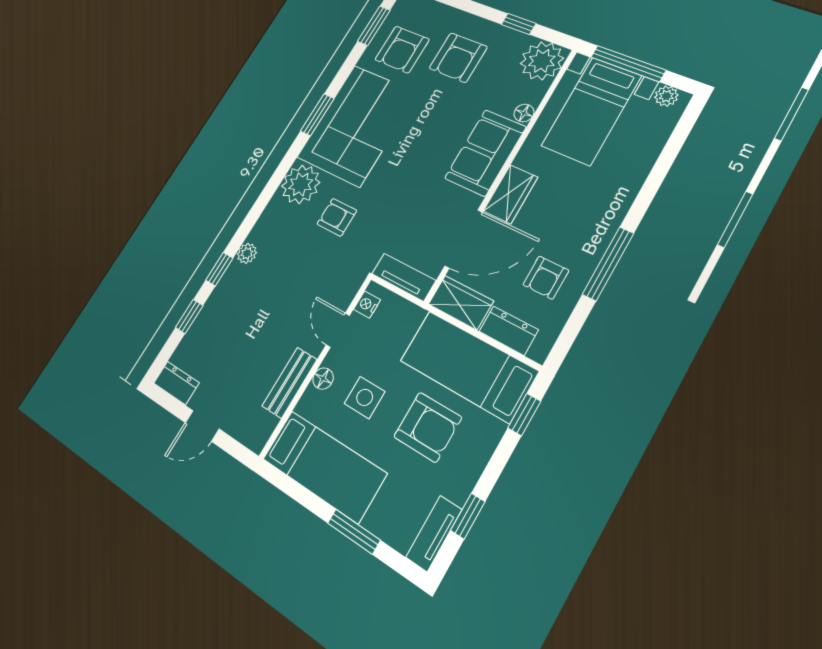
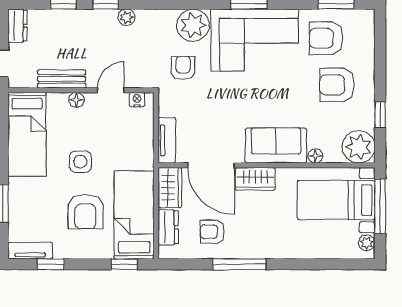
nightstand: (367, 305) -> (137, 100), moved
door: (338, 330) -> (111, 90), moved
wall: (316, 366) -> (81, 90), moved
floor lamp: (323, 379) -> (76, 100), moved
bench: (290, 383) -> (62, 79), moved
bed: (324, 466) -> (27, 134), moved

